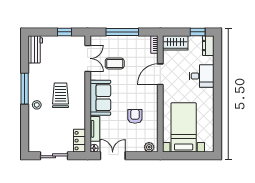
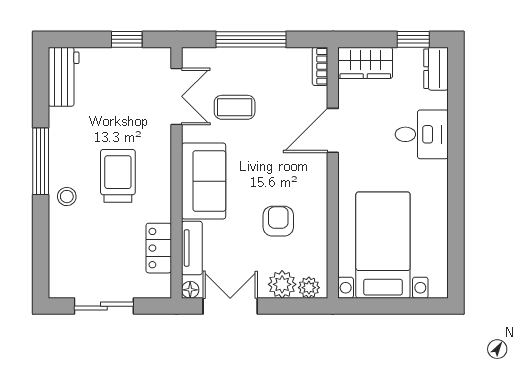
locker: (79, 141) -> (159, 248), moved
plant: (137, 146) -> (282, 284), added

